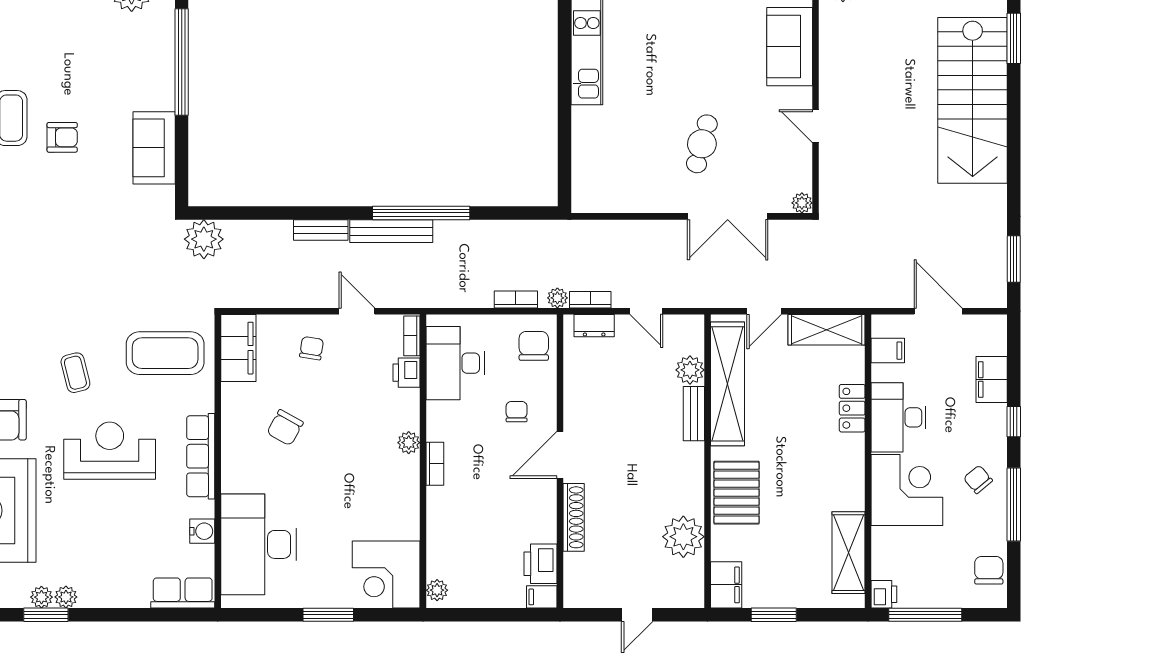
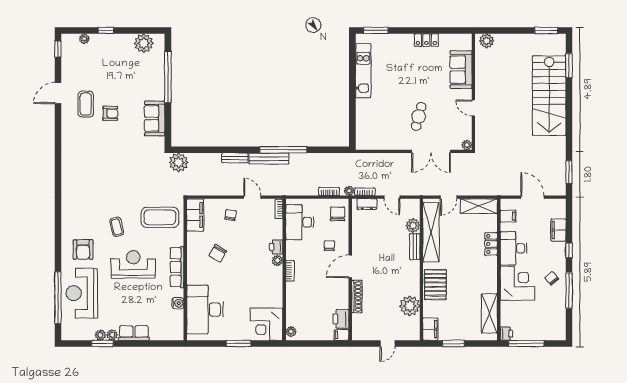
printer: (406, 373) -> (276, 247), moved
chair: (989, 570) -> (557, 322), removed
row of seats: (183, 593) -> (134, 333), moved

